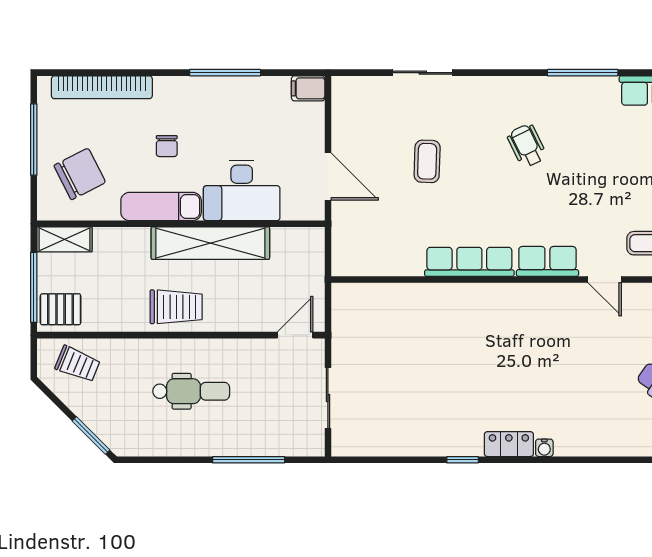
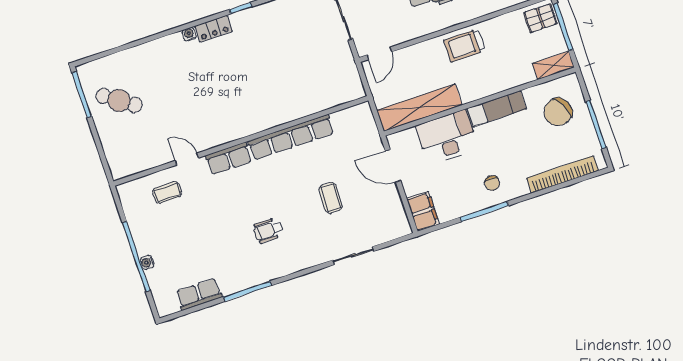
filing cabinet: (308, 88) -> (423, 211), width x2.00
chair: (167, 146) -> (492, 183), moved, turned 180
wheelchair: (527, 146) -> (268, 230), turned 116
shelving: (210, 243) -> (419, 108), moved
row of seats: (469, 262) -> (291, 137), width x1.36

